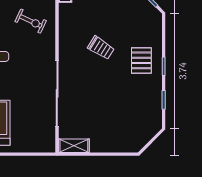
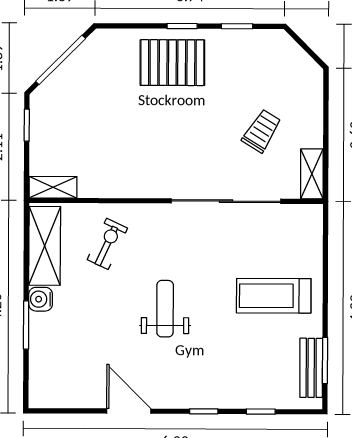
trolley: (101, 48) -> (262, 131), moved
pallet: (141, 60) -> (172, 63), width x1.50, depth x1.42

